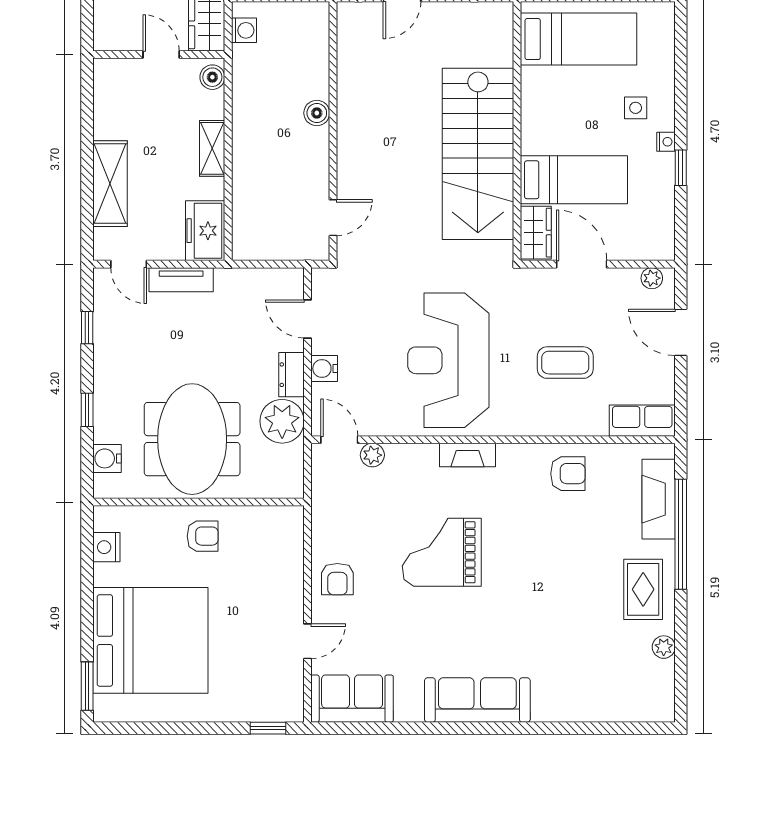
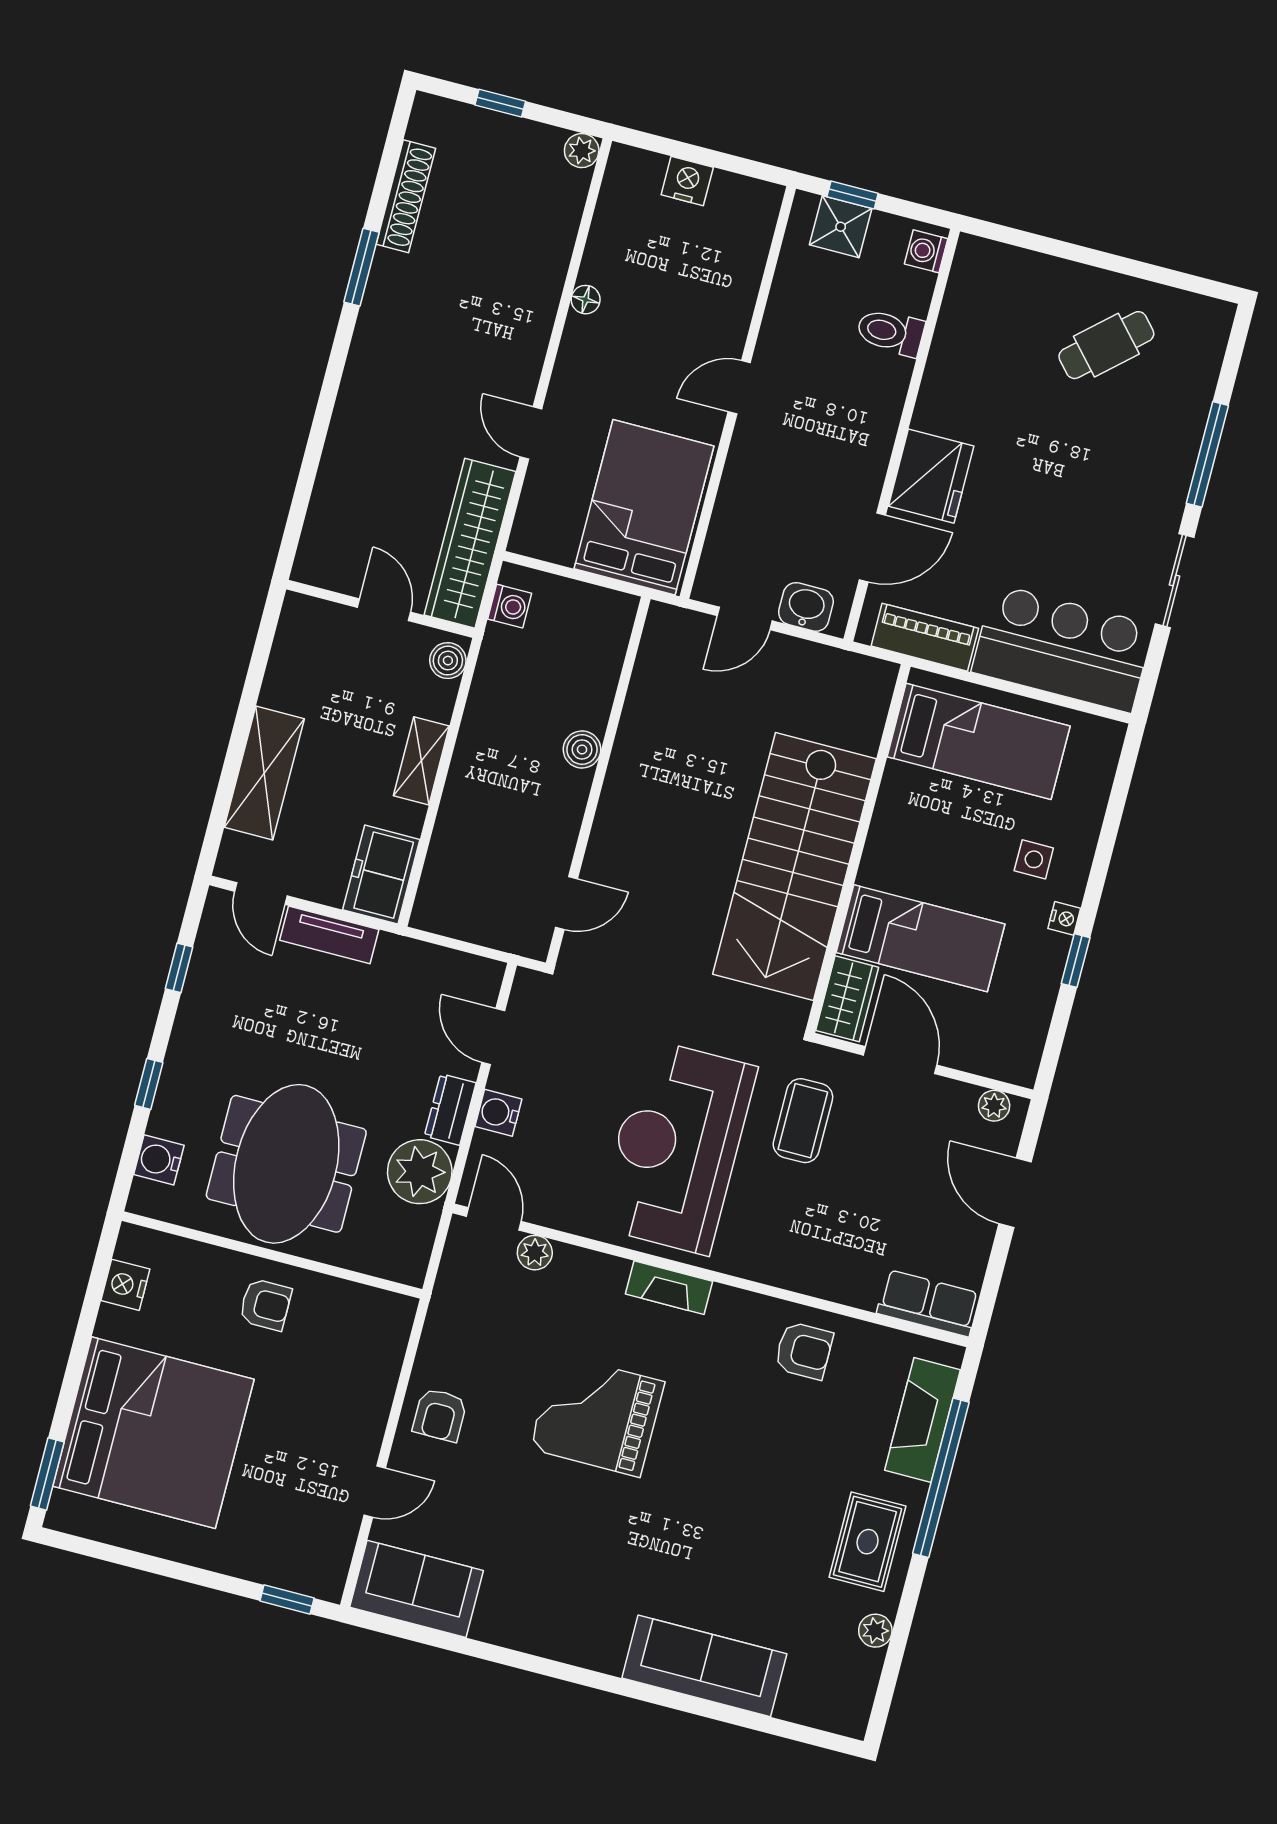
coffee table: (565, 363) -> (803, 1121), moved, turned 90
sofa: (477, 700) -> (704, 1666), moved

